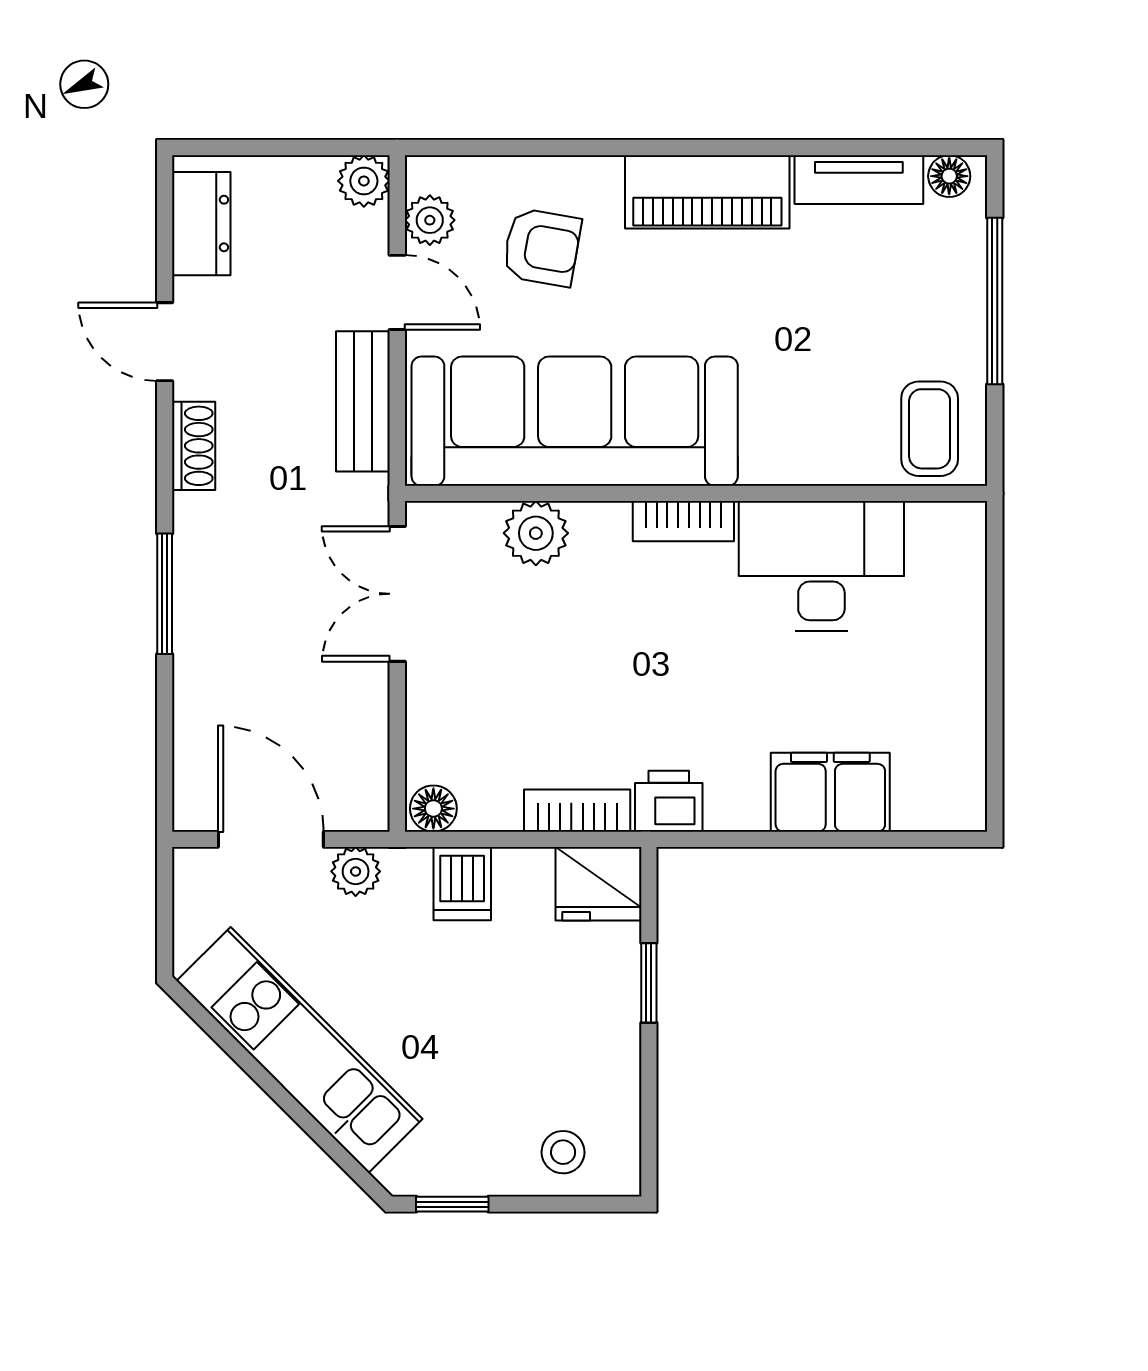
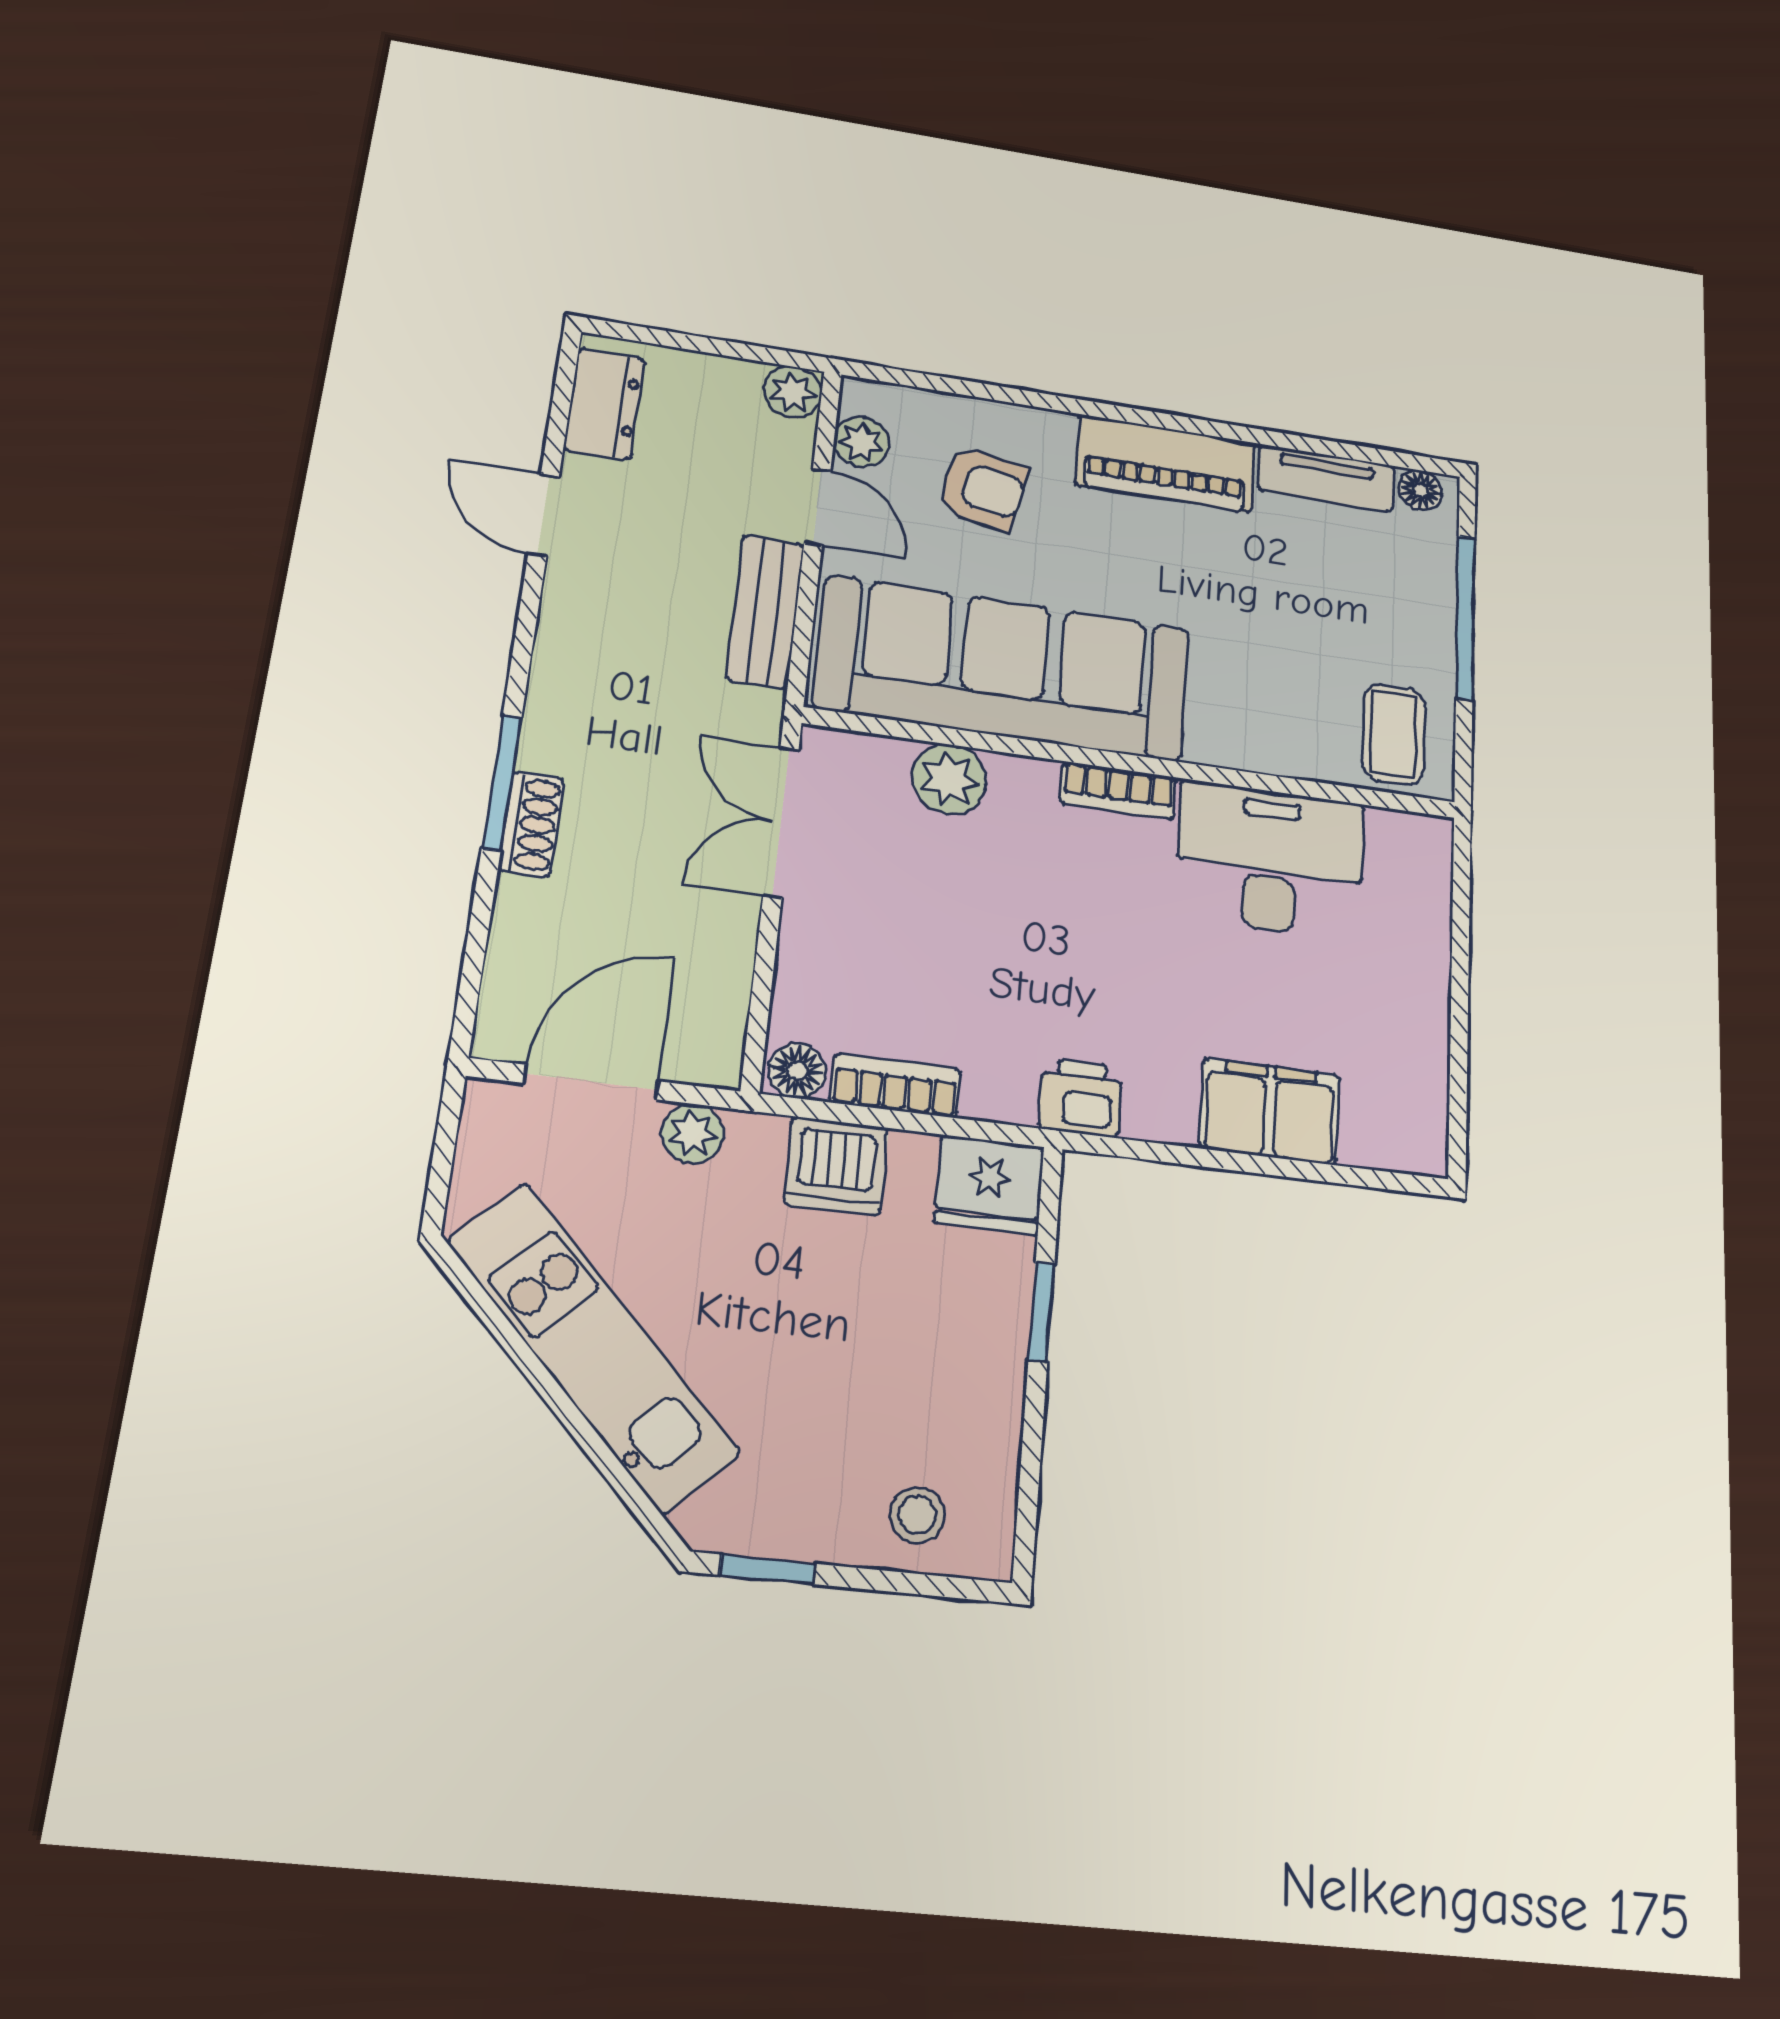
shoe rack: (194, 446) -> (531, 824), moved
bookcase: (577, 811) -> (896, 1086), moved
door: (271, 839) -> (592, 1082), hinge flipped
dishwasher: (462, 884) -> (836, 1166), width x1.38

